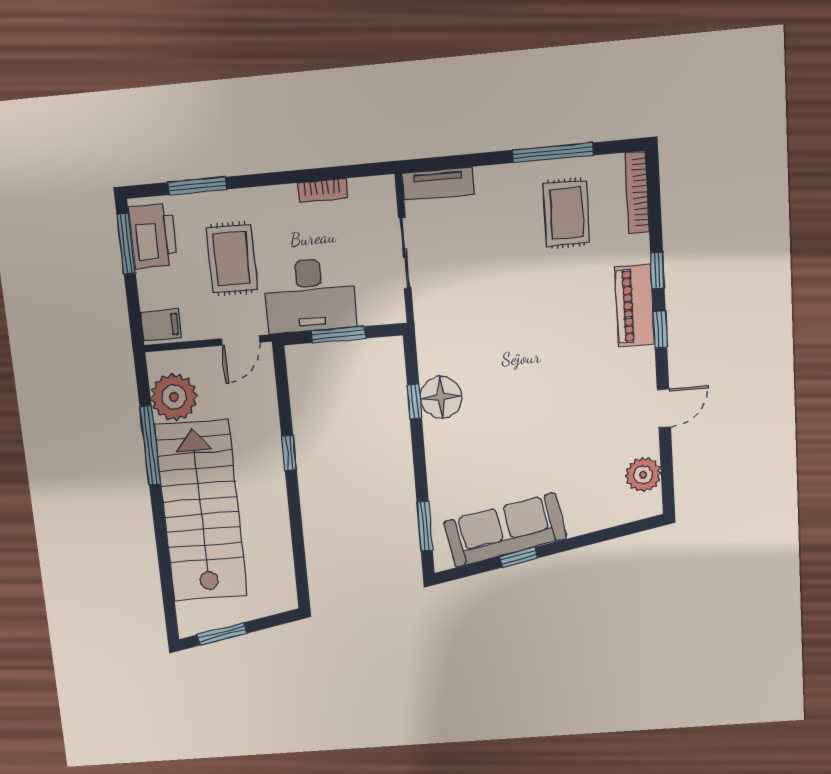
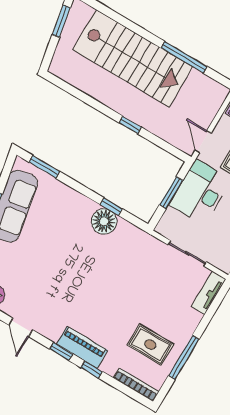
plant: (174, 397) -> (199, 88), removed

